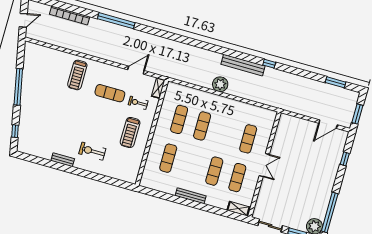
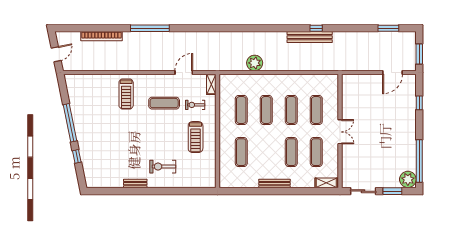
bench: (243, 65) -> (310, 37), moved
plant: (220, 84) -> (255, 63), moved
window: (15, 131) -> (77, 156), moved
exercise mat: (225, 132) -> (291, 110), added

